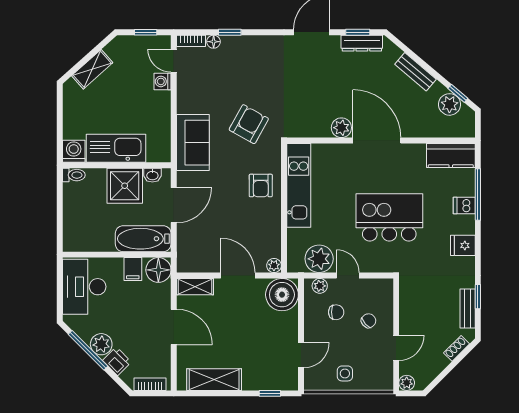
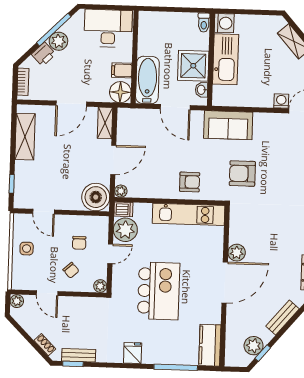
armchair: (249, 124) -> (242, 174), turned 151
armchair: (261, 186) -> (190, 182), turned 180
dishwasher: (464, 205) -> (123, 209), moved, turned 90
plant: (320, 286) -> (100, 286), moved
window: (478, 297) -> (73, 364), moved

